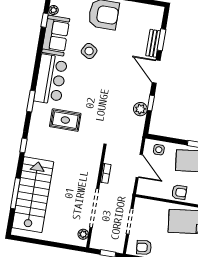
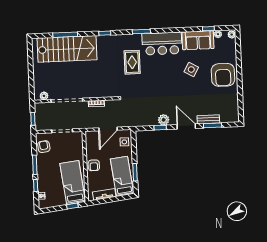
door: (156, 72) -> (186, 126), hinge flipped
plant: (140, 109) -> (164, 120), moved

